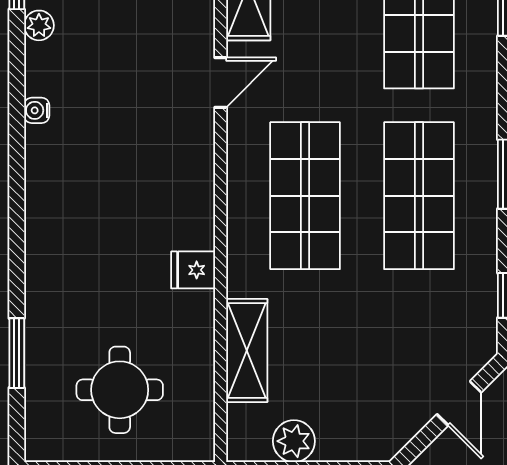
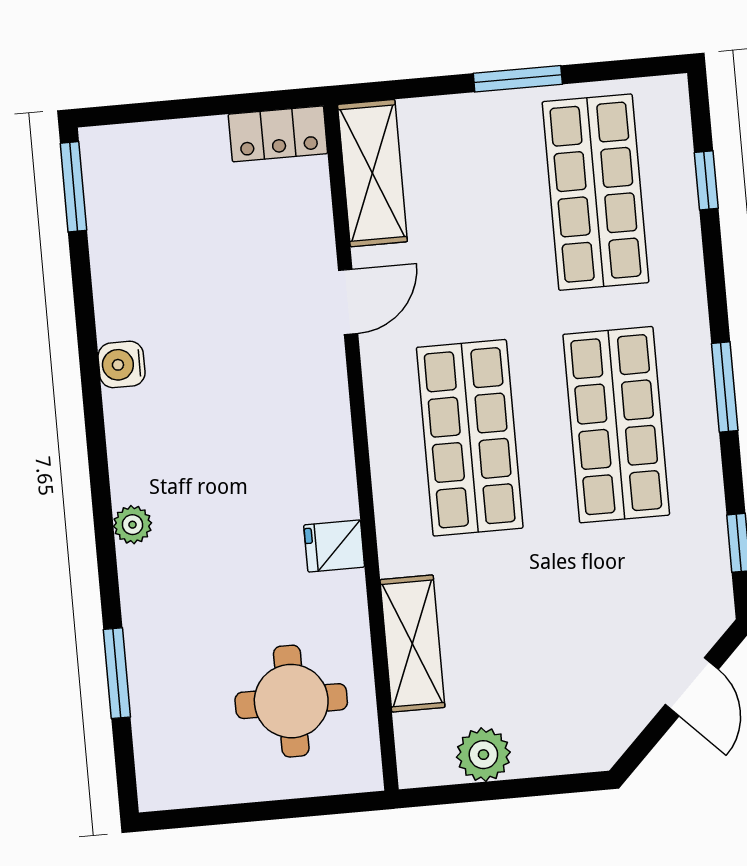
plant: (39, 25) -> (133, 525), moved
water cooler: (37, 110) -> (122, 364), width x1.38, depth x1.38
round table: (120, 390) -> (291, 701), moved

